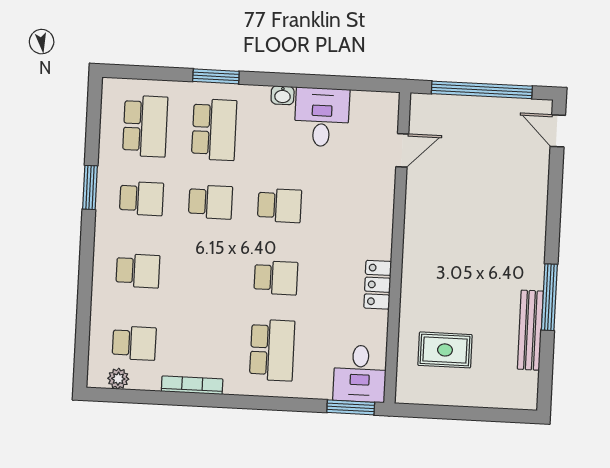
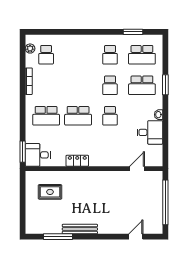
door: (558, 131) -> (136, 237), moved
door: (402, 150) -> (137, 169), swing flipped
window: (90, 187) -> (133, 32), moved
school desk: (138, 271) -> (78, 55), removed
school desk: (276, 278) -> (78, 116), width x1.85
window: (549, 297) -> (58, 237), moved
bench: (530, 330) -> (80, 229), moved
rug: (445, 350) -> (50, 192), turned 90

